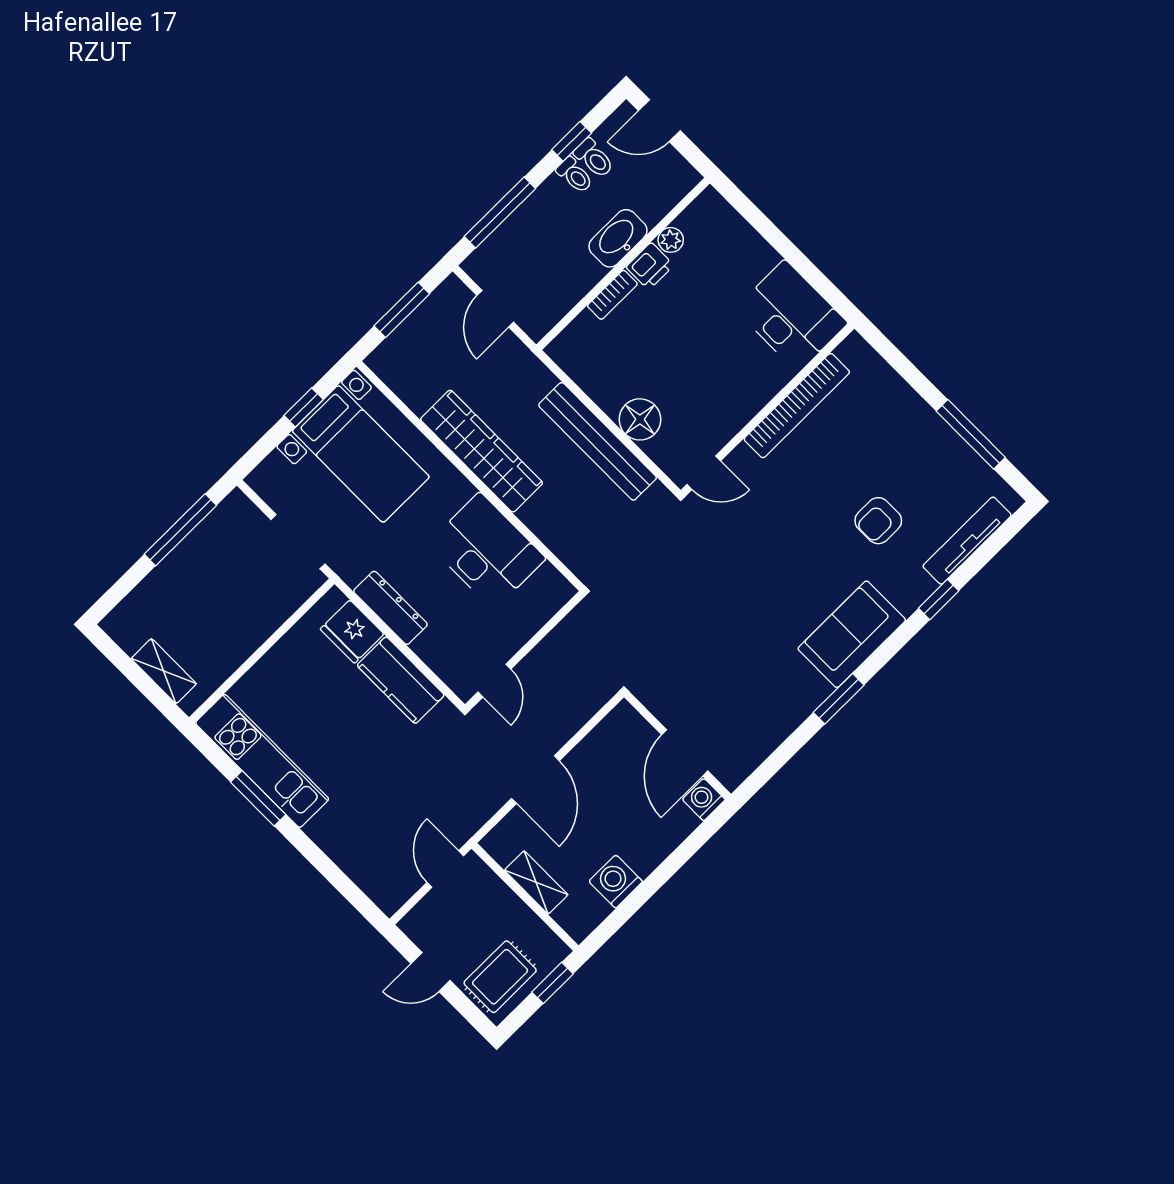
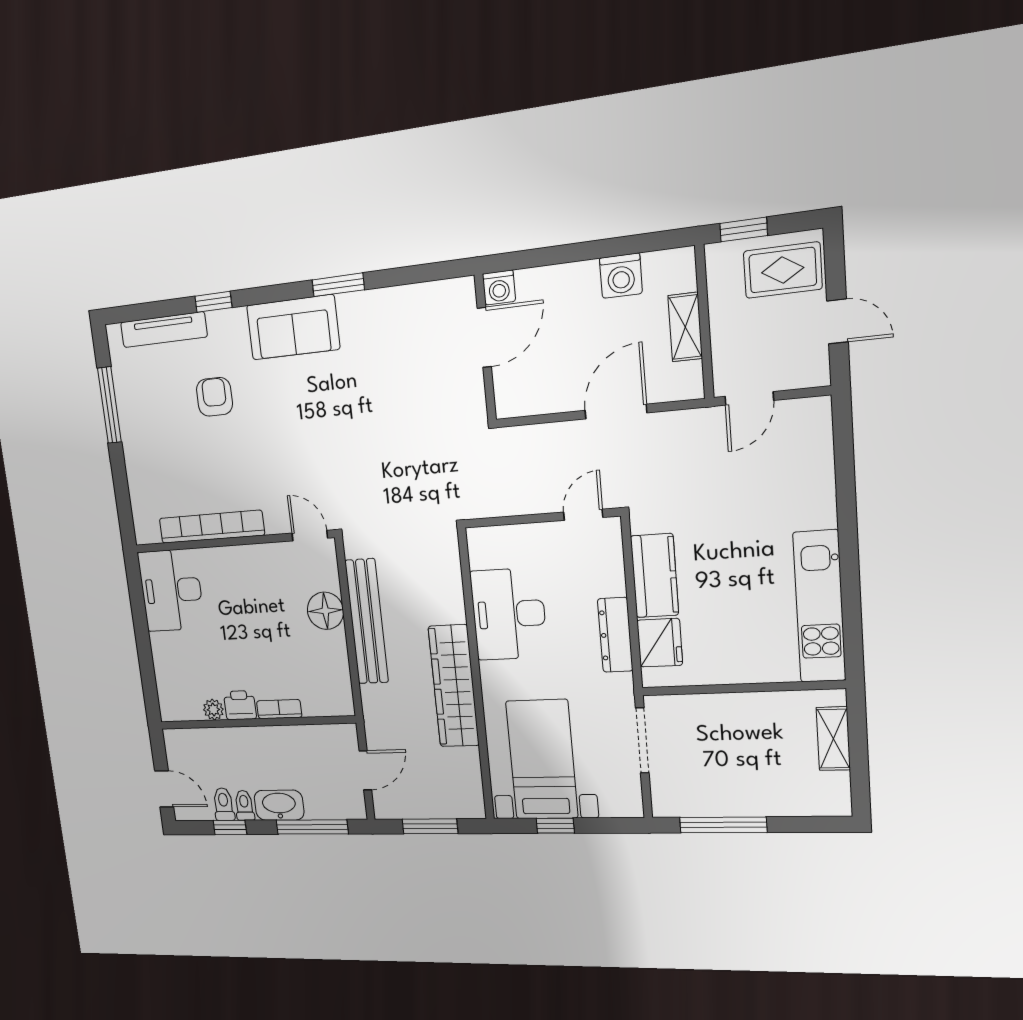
washbasin: (618, 238) -> (279, 805), moved, turned 180
armchair: (878, 521) -> (214, 397), turned -90
window: (258, 798) -> (850, 581), removed

